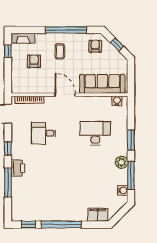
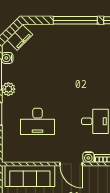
water cooler: (117, 101) -> (88, 157), moved
filing cabinet: (98, 215) -> (20, 37), moved, turned -45

